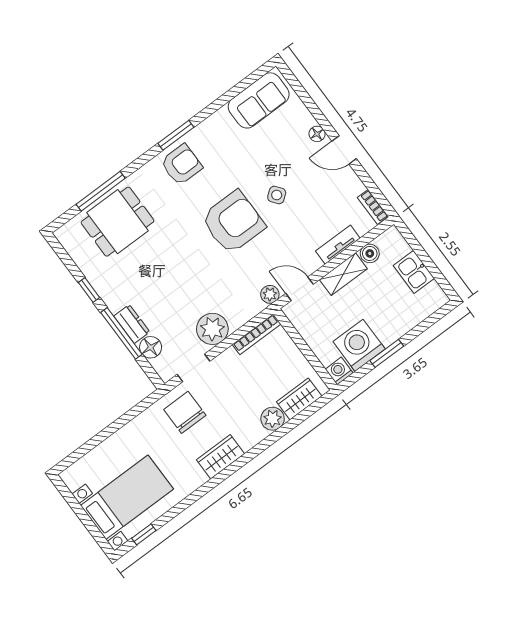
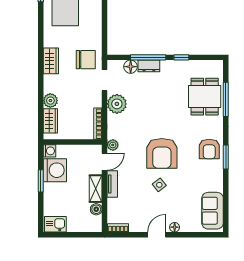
tv unit: (338, 245) -> (112, 184), moved
kitchen sink: (414, 272) -> (55, 224), moved

